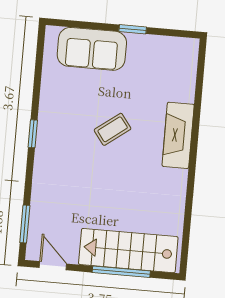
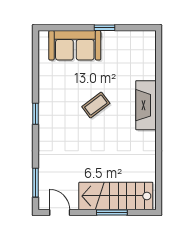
window: (121, 272) -> (112, 212), width x0.69

